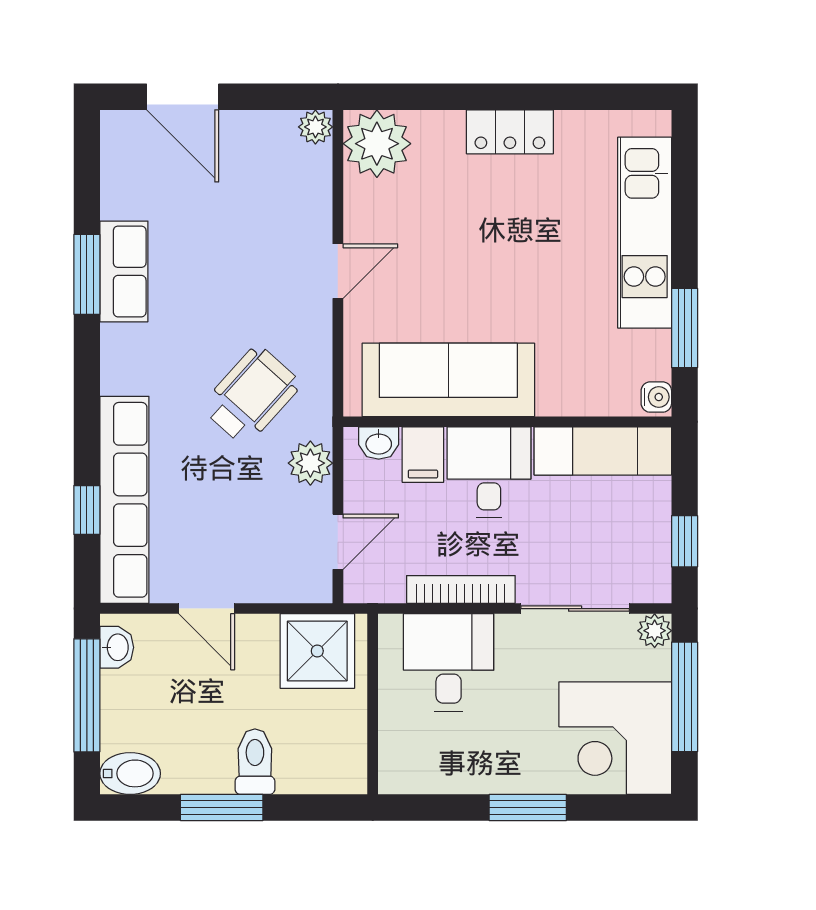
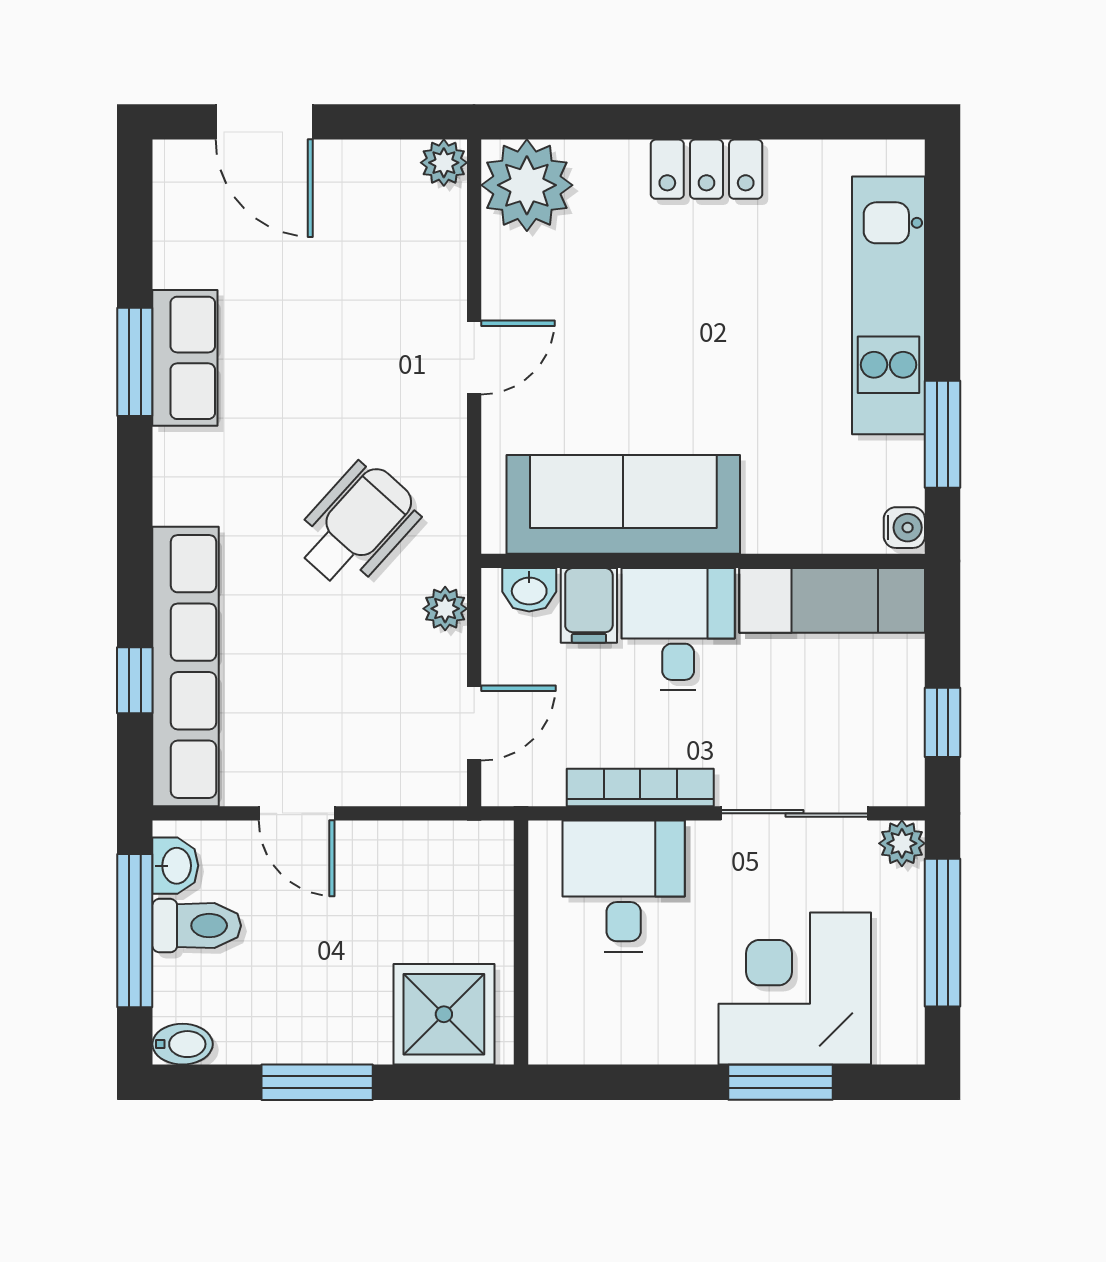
plant: (310, 463) -> (445, 609), width x0.73, depth x0.73
shower: (317, 651) -> (444, 1014), moved
corner desk: (615, 738) -> (795, 988), moved, turned 90
toilet: (255, 762) -> (197, 926), moved, turned 90
bidet: (130, 773) -> (183, 1044), width x0.72, depth x0.74
window: (528, 807) -> (780, 1082), moved

